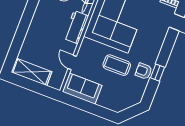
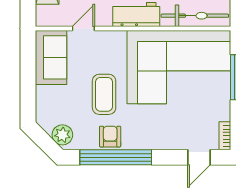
window: (157, 73) -> (116, 157), width x3.17
plant: (132, 100) -> (62, 135), added

